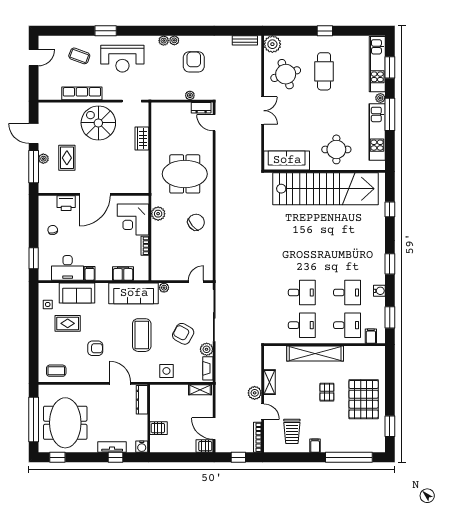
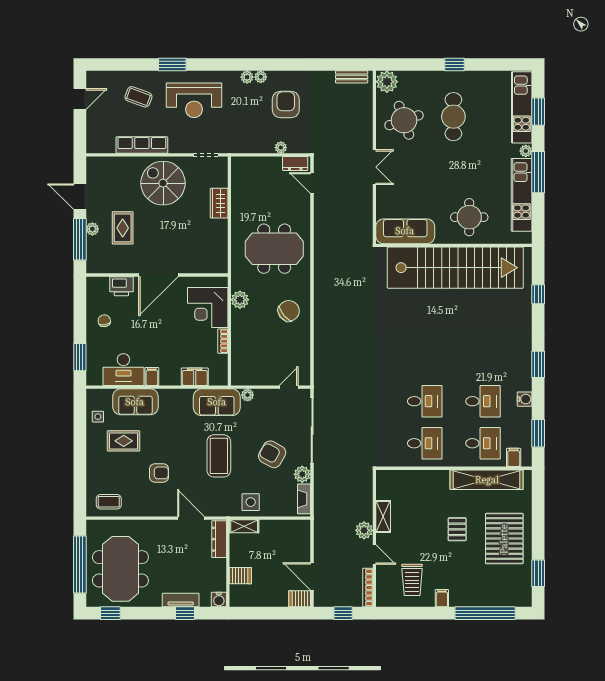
sofa: (134, 293) -> (217, 402), width x0.73
shelving: (315, 354) -> (487, 480), moved
shelving: (200, 390) -> (244, 526), moved

